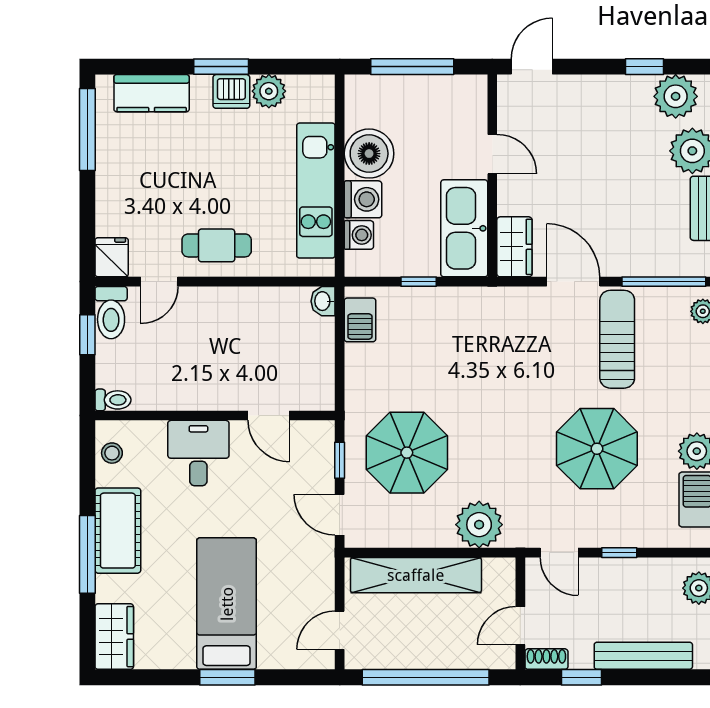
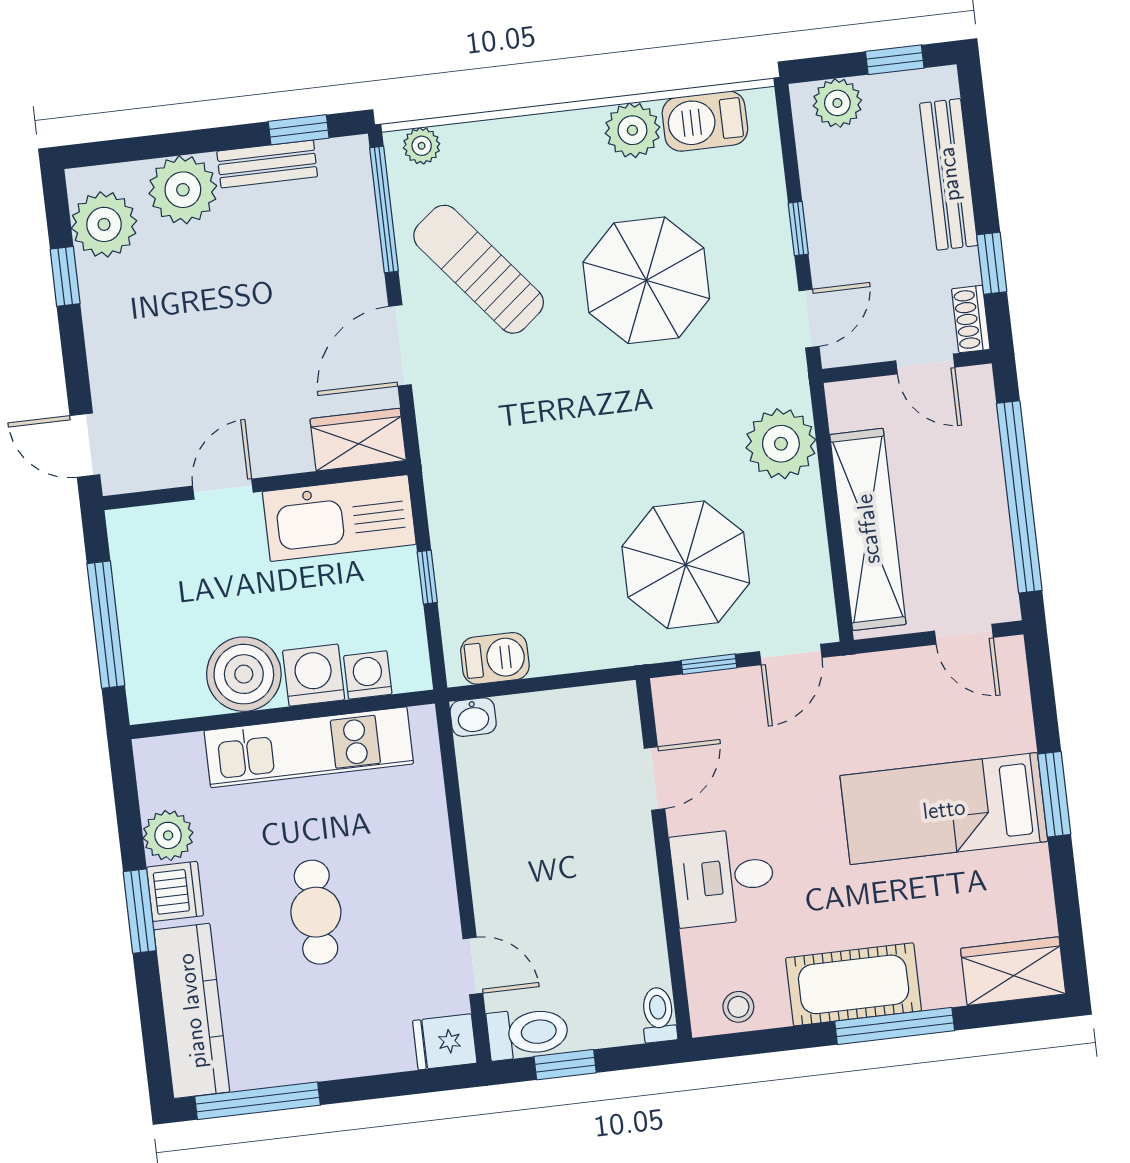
kitchen counter: (152, 93) -> (192, 1011), width x1.50
cafe table: (217, 245) -> (316, 912), moved
sun lounger: (617, 339) -> (479, 269), turned 51

